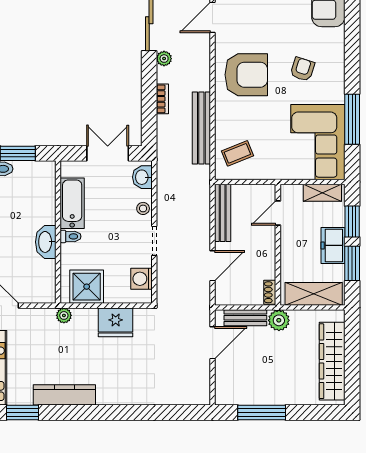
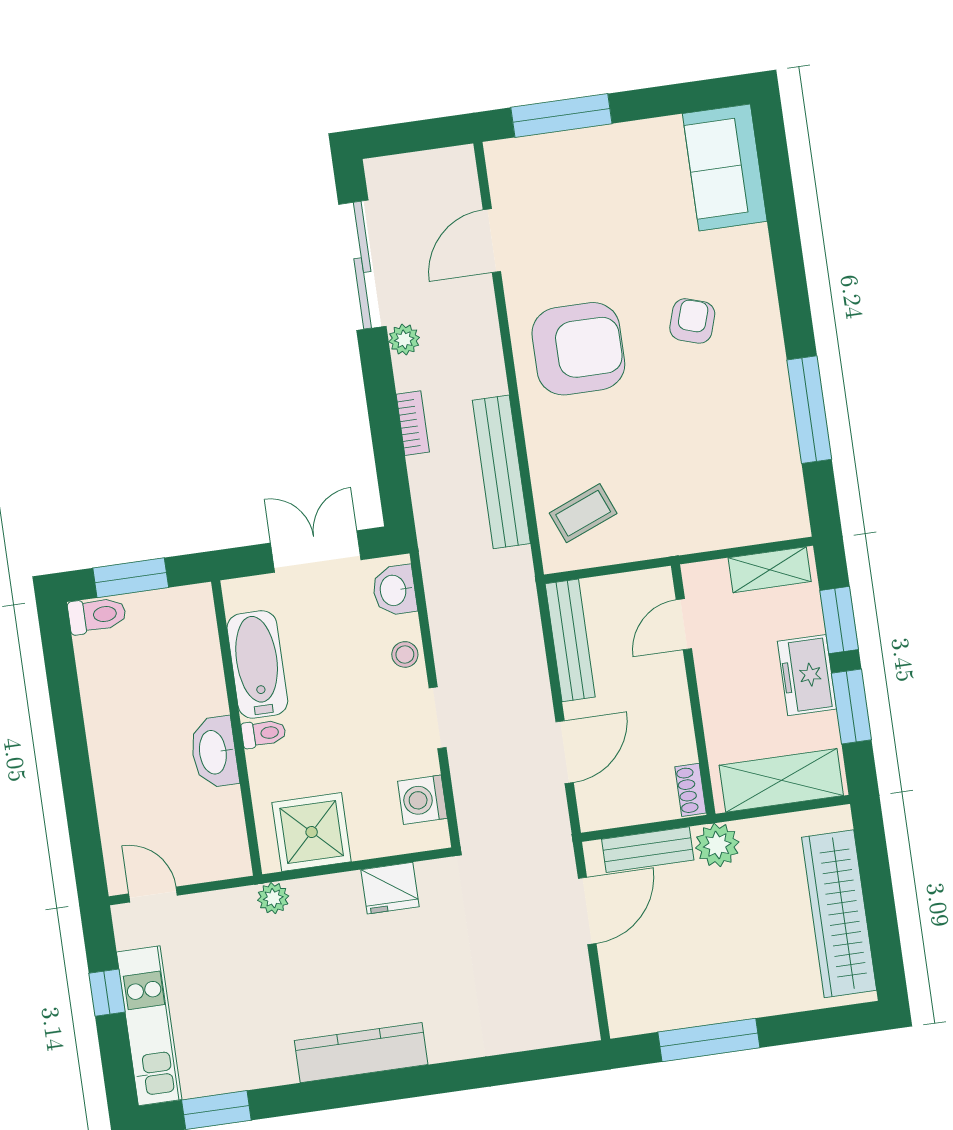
corner sofa: (318, 142) -> (745, 467), removed
fridge: (116, 322) -> (390, 888), width x0.73, depth x0.75
kitchen counter: (64, 395) -> (361, 1053), moved

